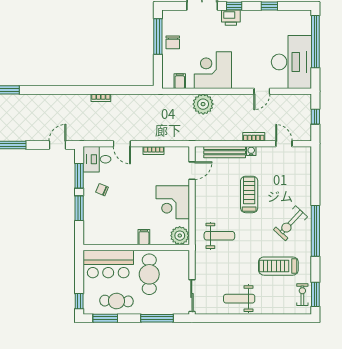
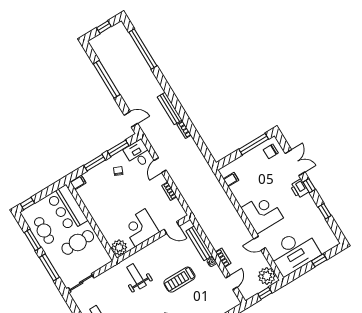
chair: (173, 42) -> (271, 151), moved
window: (315, 42) -> (319, 260), width x0.32
corner desk: (213, 70) -> (262, 213), moved
bench: (71, 99) -> (170, 109), added
plant: (203, 104) -> (267, 276), moved
treadmill: (249, 194) -> (179, 280), turned 180
weight bench: (219, 236) -> (136, 276), turned 180
filing cabinet: (144, 237) -> (78, 182), moved
window: (105, 318) -> (33, 240), moved

